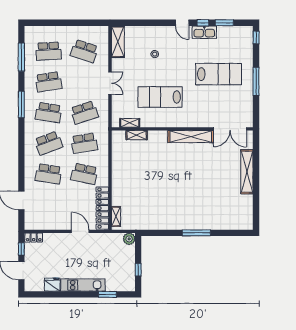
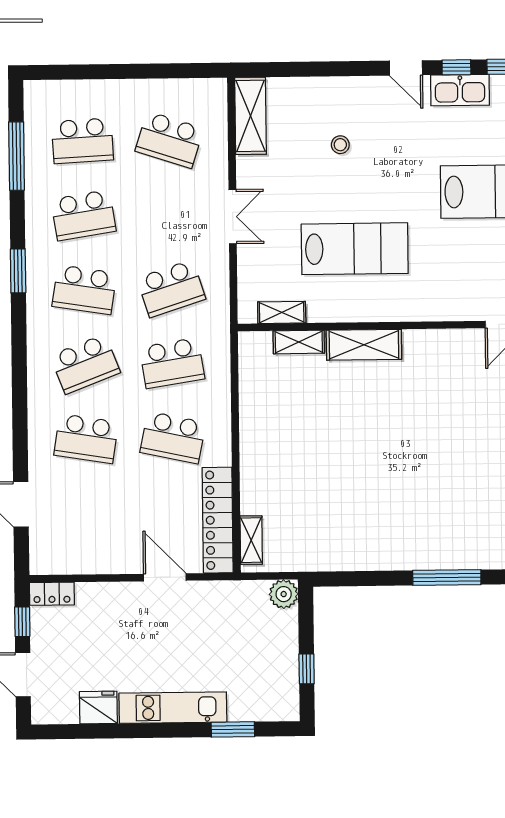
lab bench: (160, 97) -> (355, 249), turned 180
window: (21, 104) -> (18, 271), width x0.69
shelving: (191, 137) -> (364, 345), moved, width x0.68

